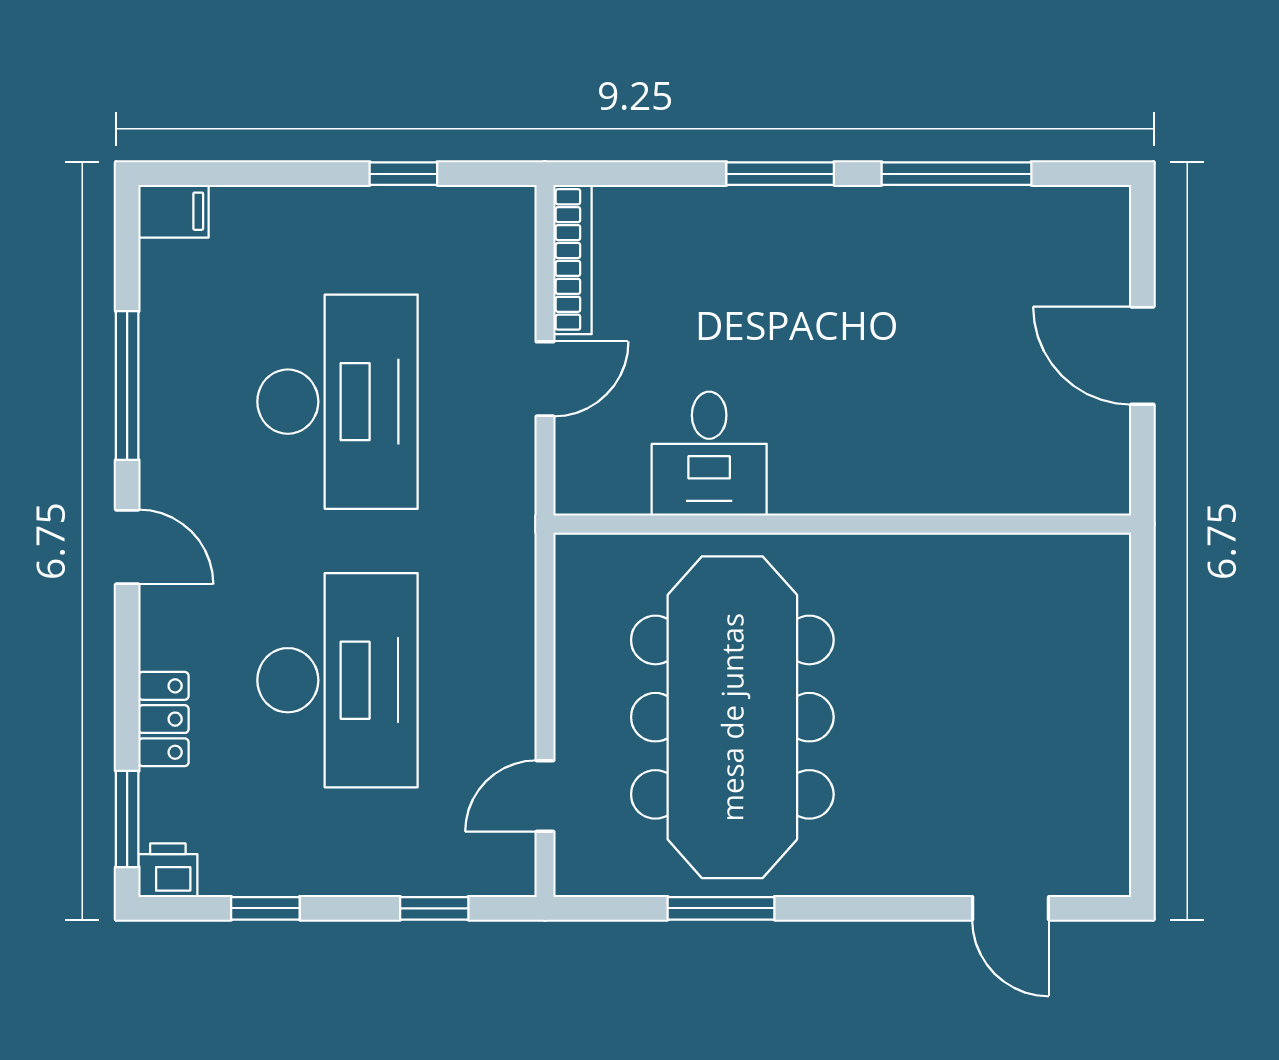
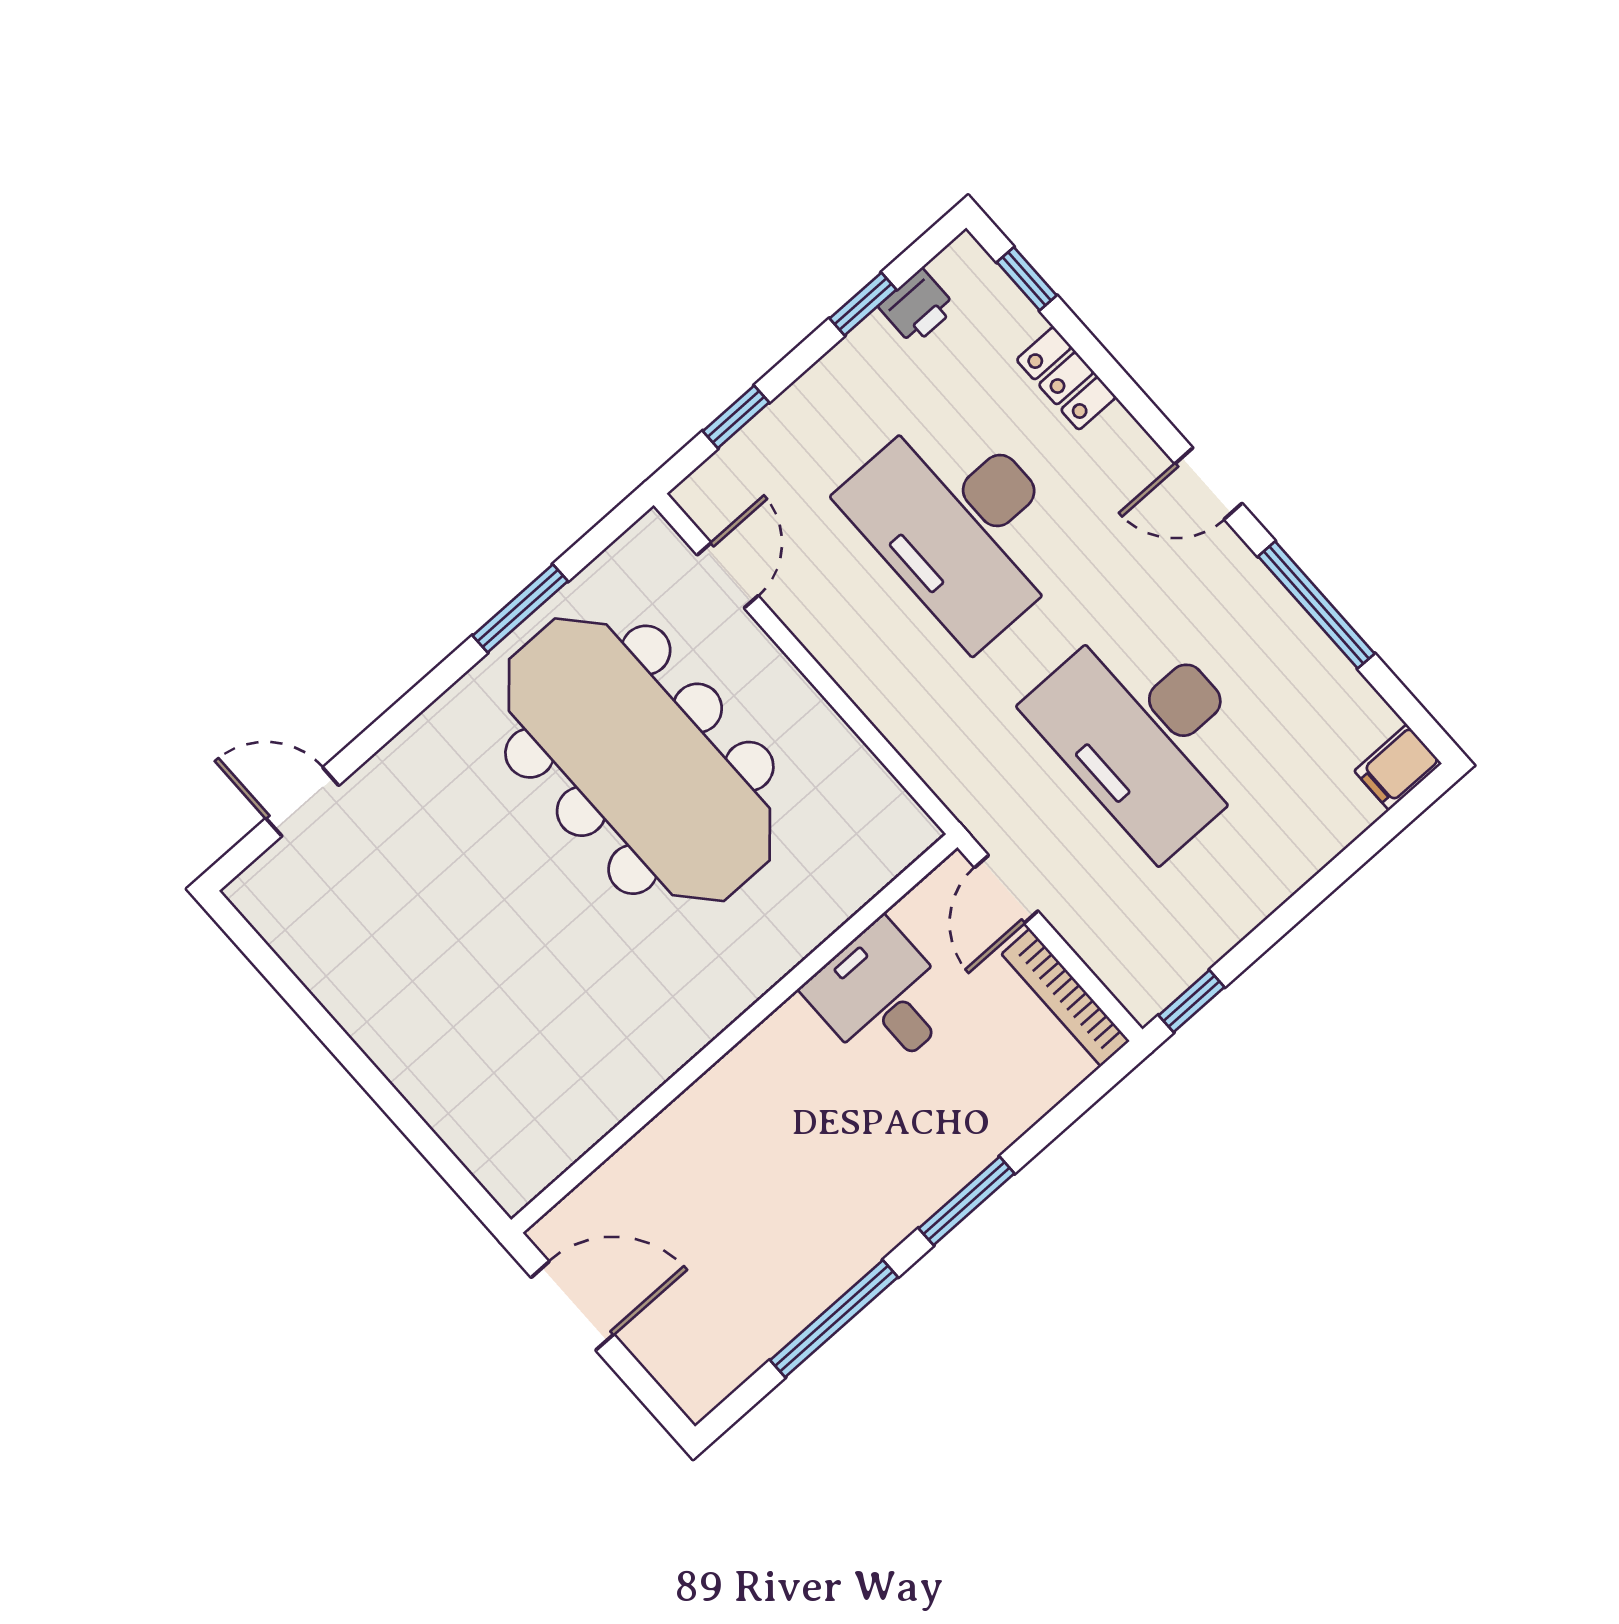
window: (403, 174) -> (1192, 1001), moved
desk: (709, 454) -> (882, 997), moved
wall: (842, 524) -> (734, 1033), moved
window: (127, 819) -> (1027, 279), width x0.67
printer: (168, 870) -> (917, 307), moved

